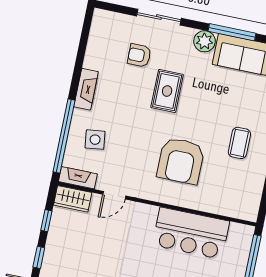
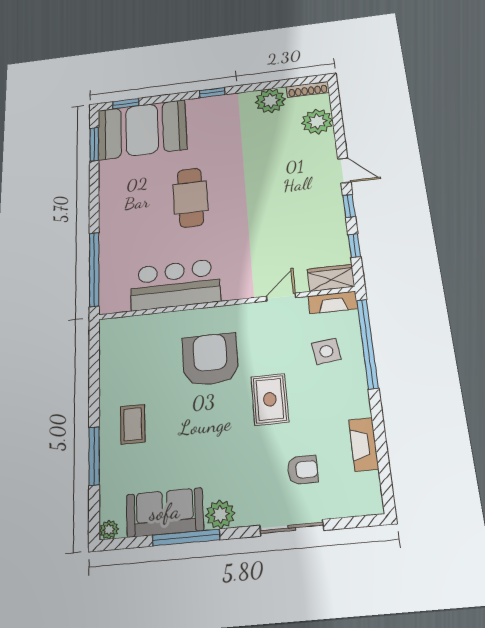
fireplace: (86, 89) -> (364, 444), moved
rug: (167, 91) -> (270, 399), moved
coffee table: (239, 143) -> (133, 424), moved

